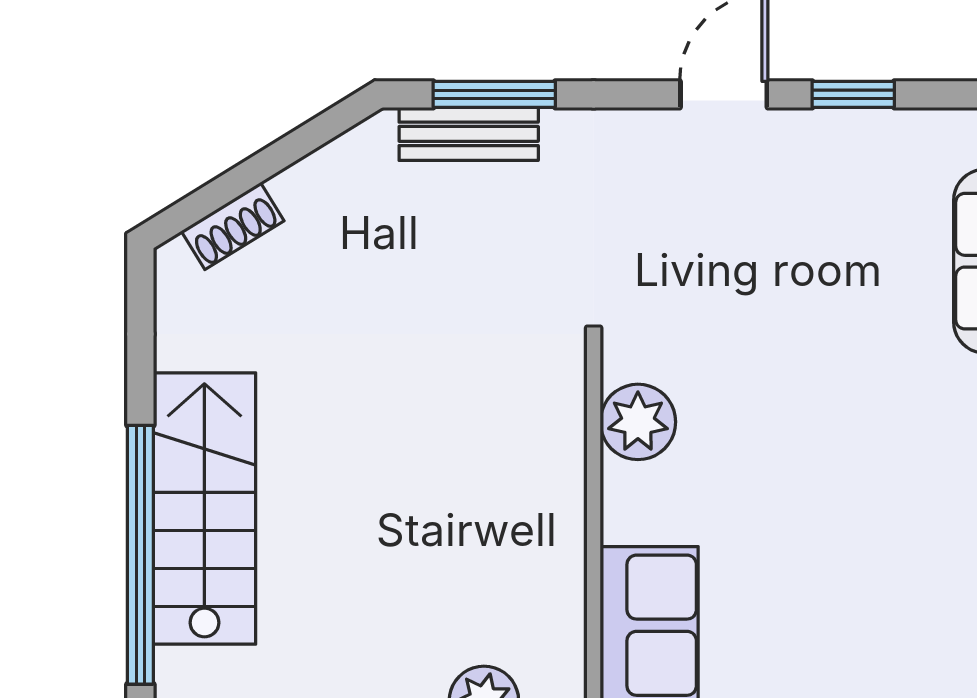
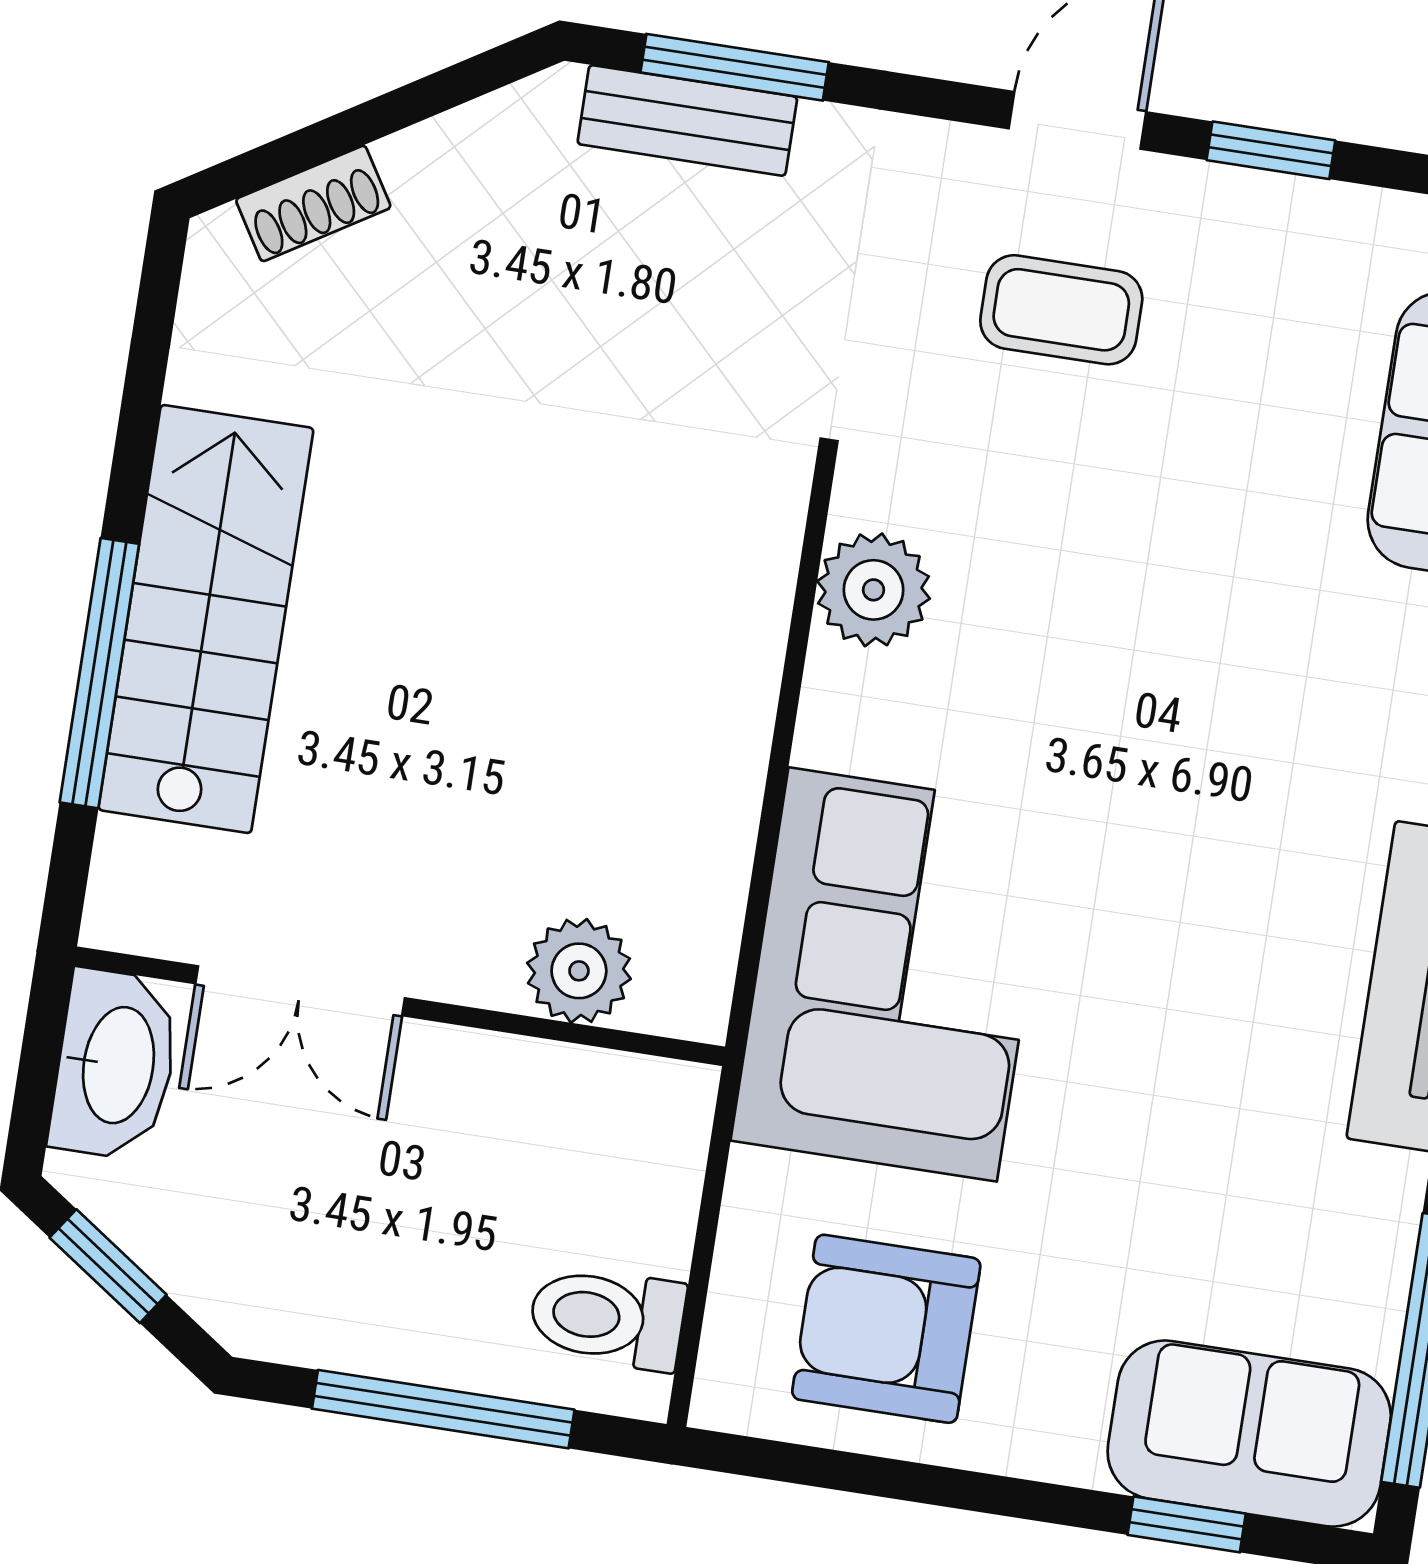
coffee table: (732, 220) -> (1061, 310), added
window: (140, 555) -> (99, 673), width x0.68

